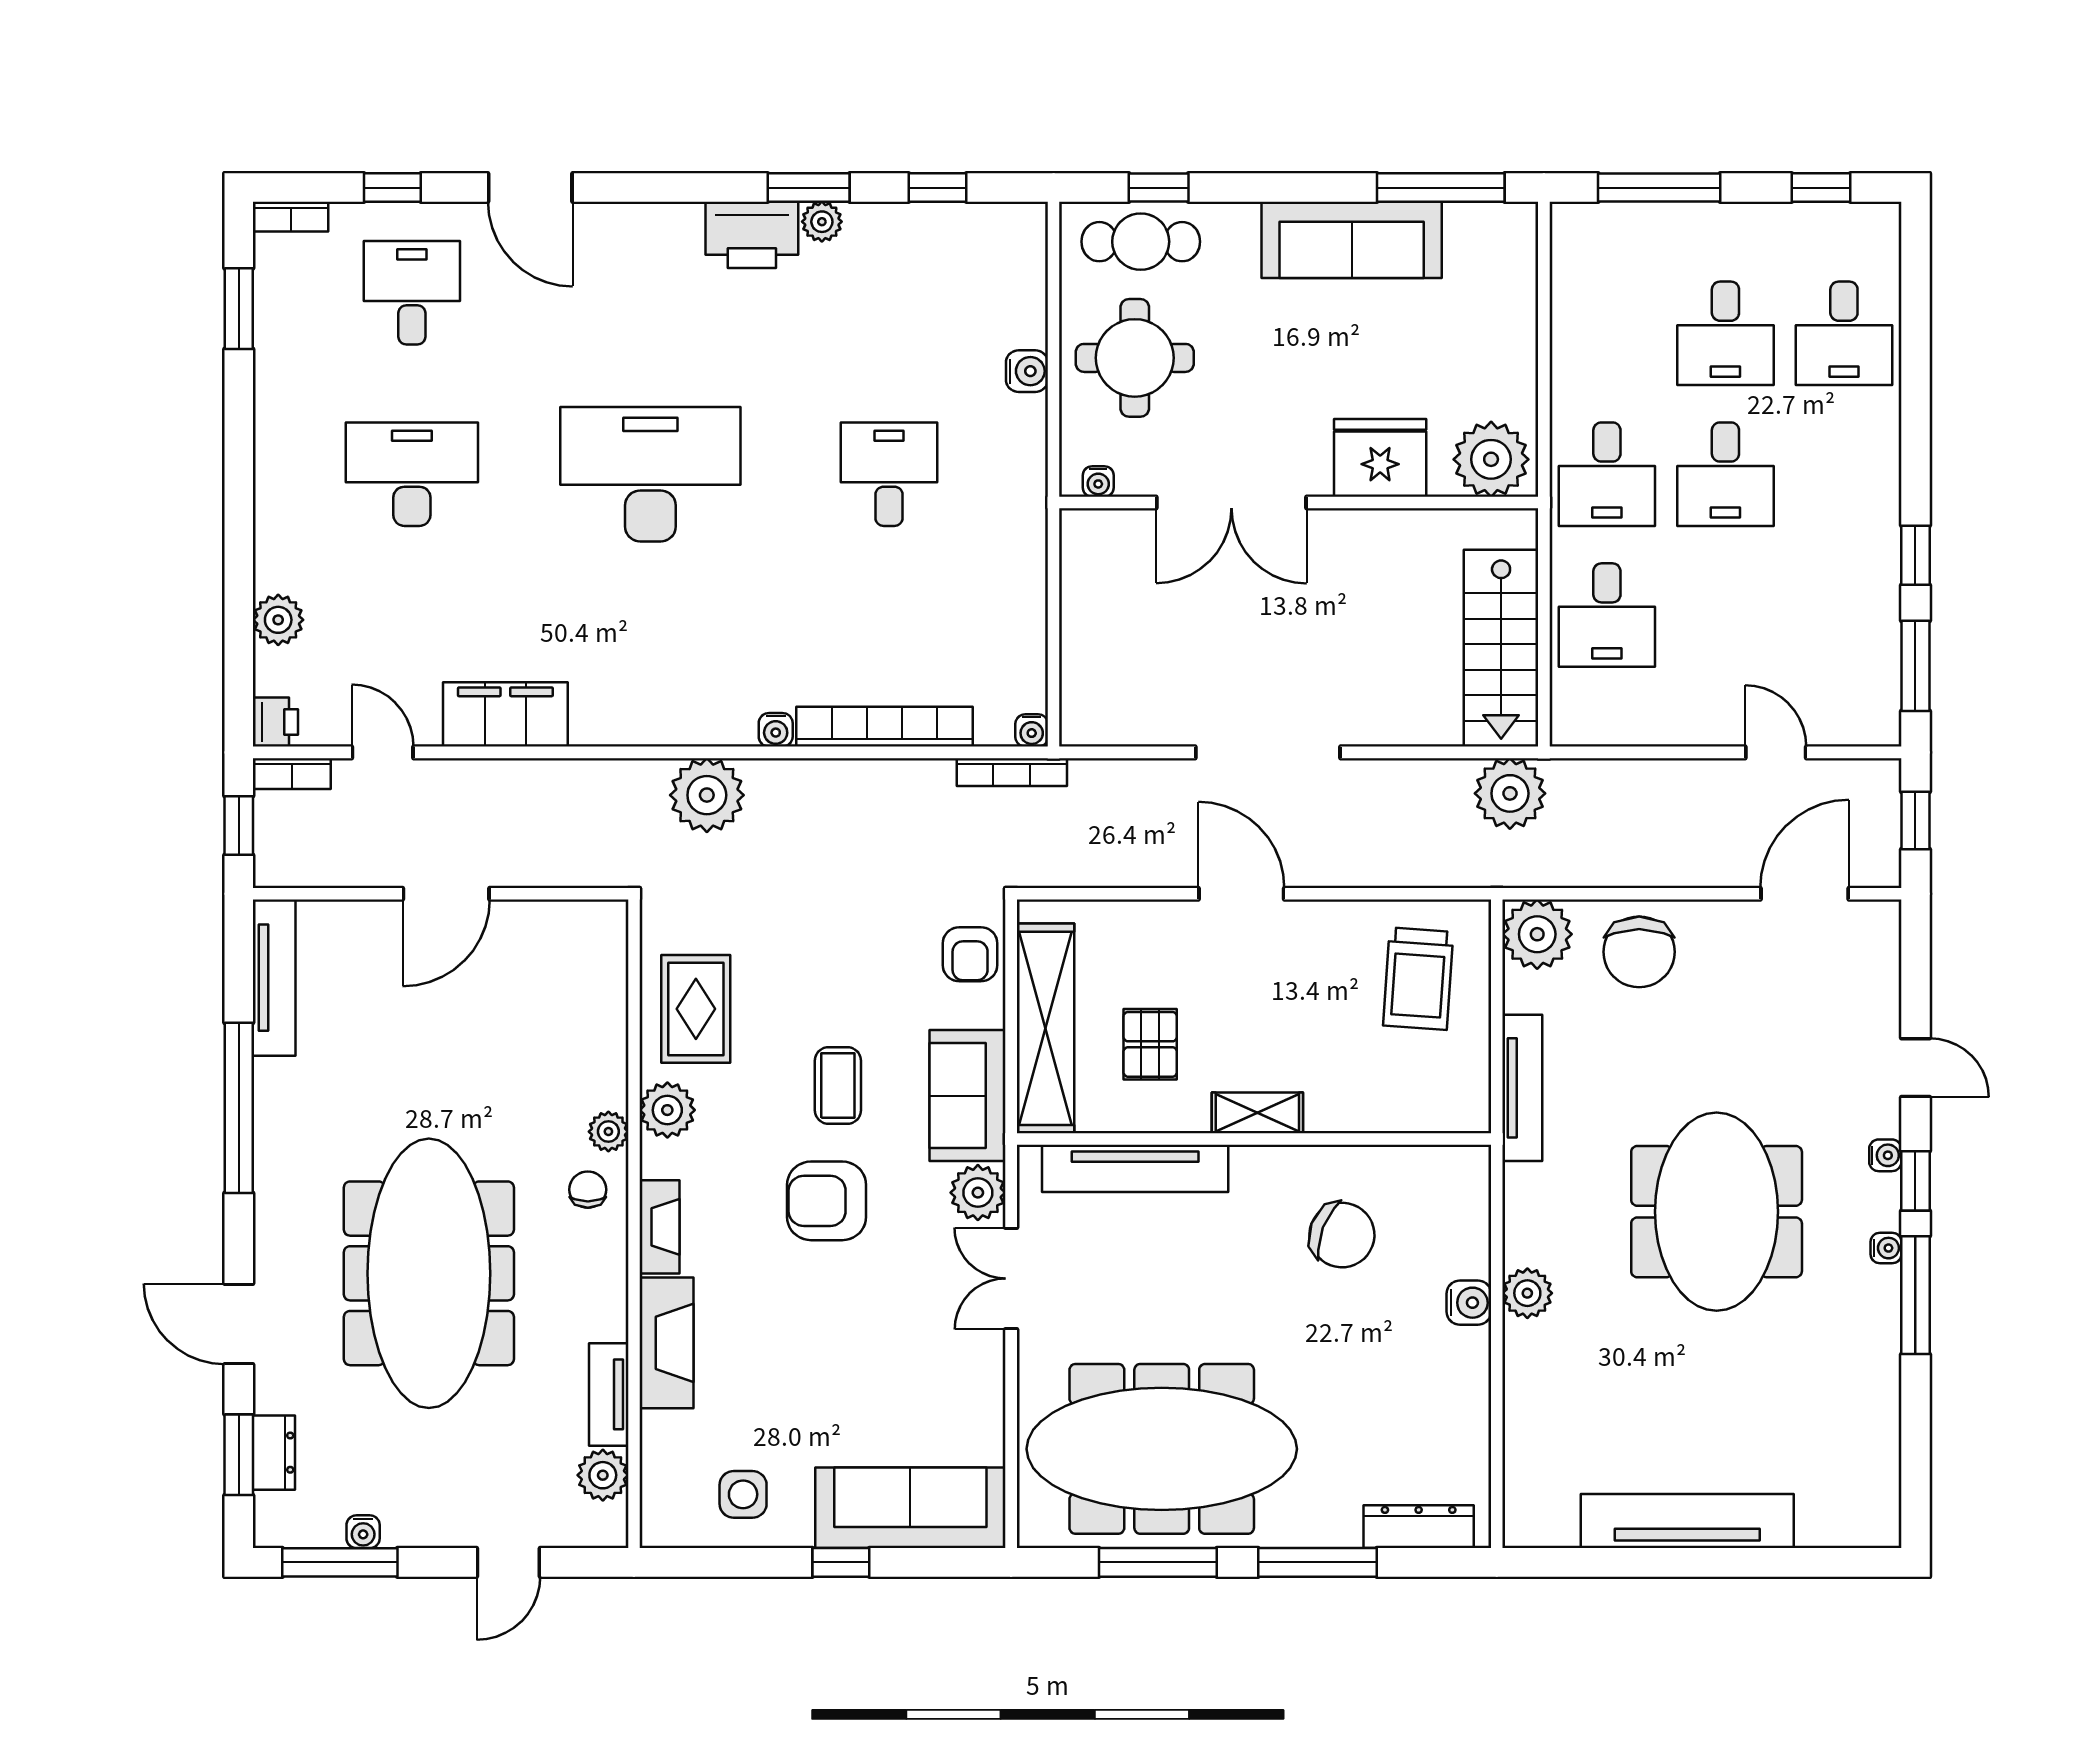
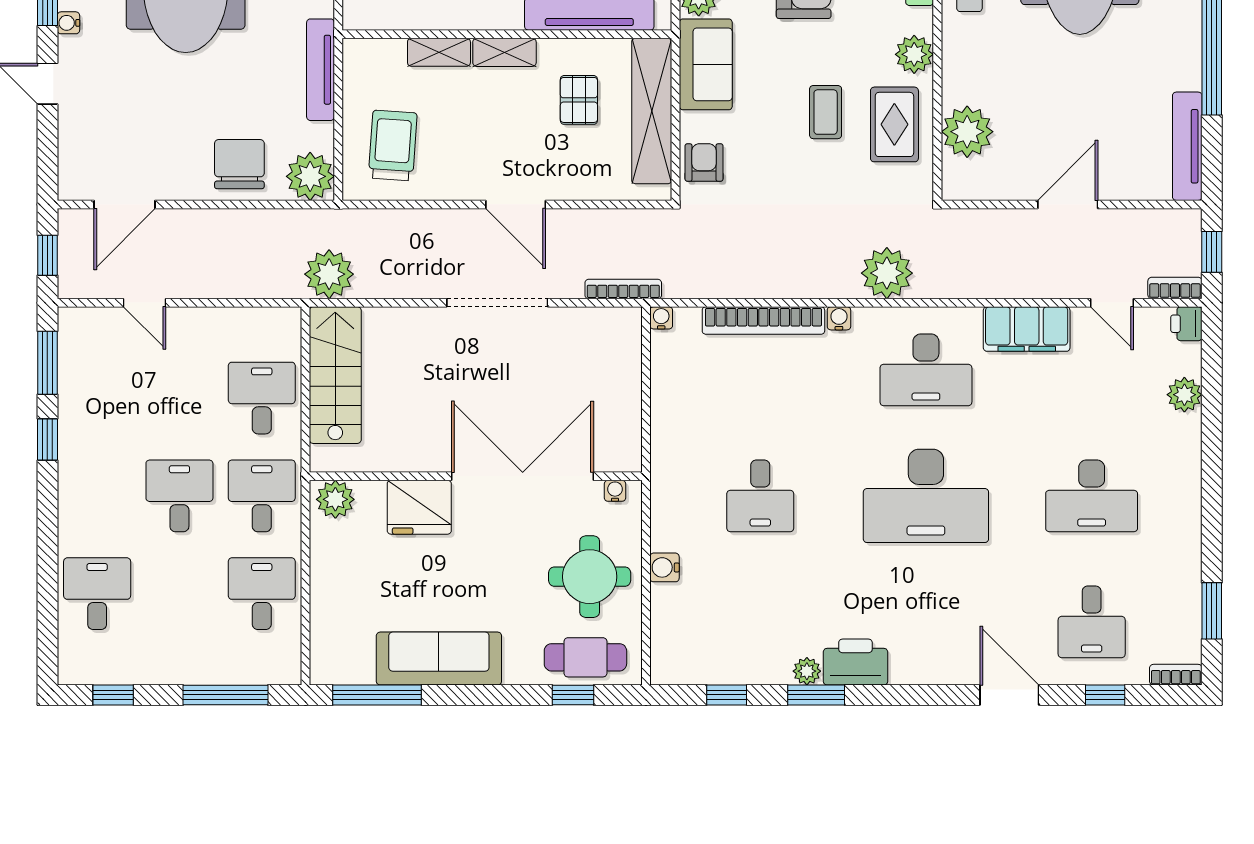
desk: (1725, 333) -> (262, 594), moved
plant: (1491, 459) -> (335, 499), width x0.73, depth x0.73
double door: (1231, 502) -> (523, 476), width x1.36
desk: (650, 656) -> (926, 370), added
bookcase: (1012, 772) -> (623, 289), moved
coffee table: (838, 1085) -> (826, 112), moved
shelving: (1352, 1113) -> (439, 52), added
plant: (608, 1132) -> (967, 132), moved, width x1.88, depth x1.88

